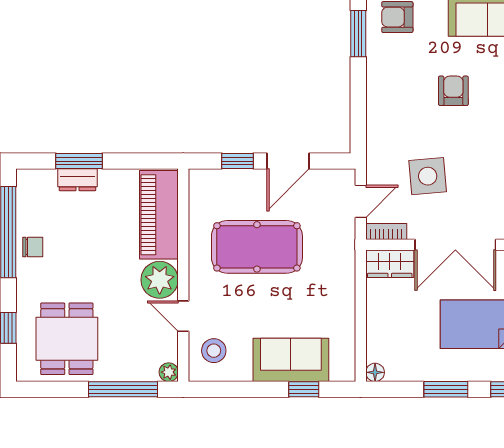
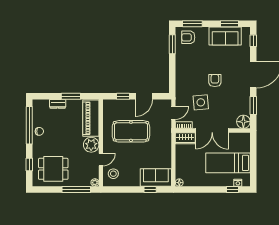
armchair: (453, 91) -> (215, 81), moved
window: (79, 161) -> (71, 96), moved
door: (183, 316) -> (101, 160), swing flipped
dining table: (67, 339) -> (53, 169), turned 90
sofa: (291, 360) -> (156, 177), moved
window: (446, 389) -> (208, 189), removed

